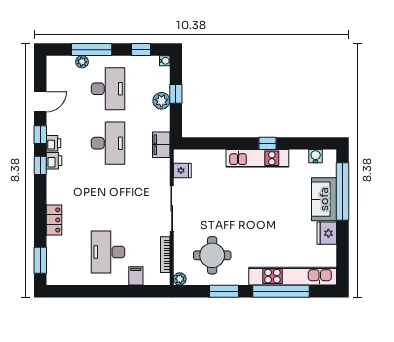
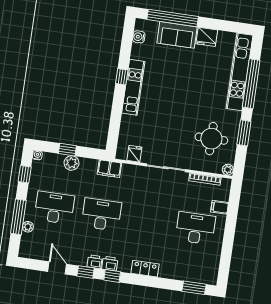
locker: (54, 220) -> (145, 269), moved
desk: (108, 252) -> (195, 228), turned 180

